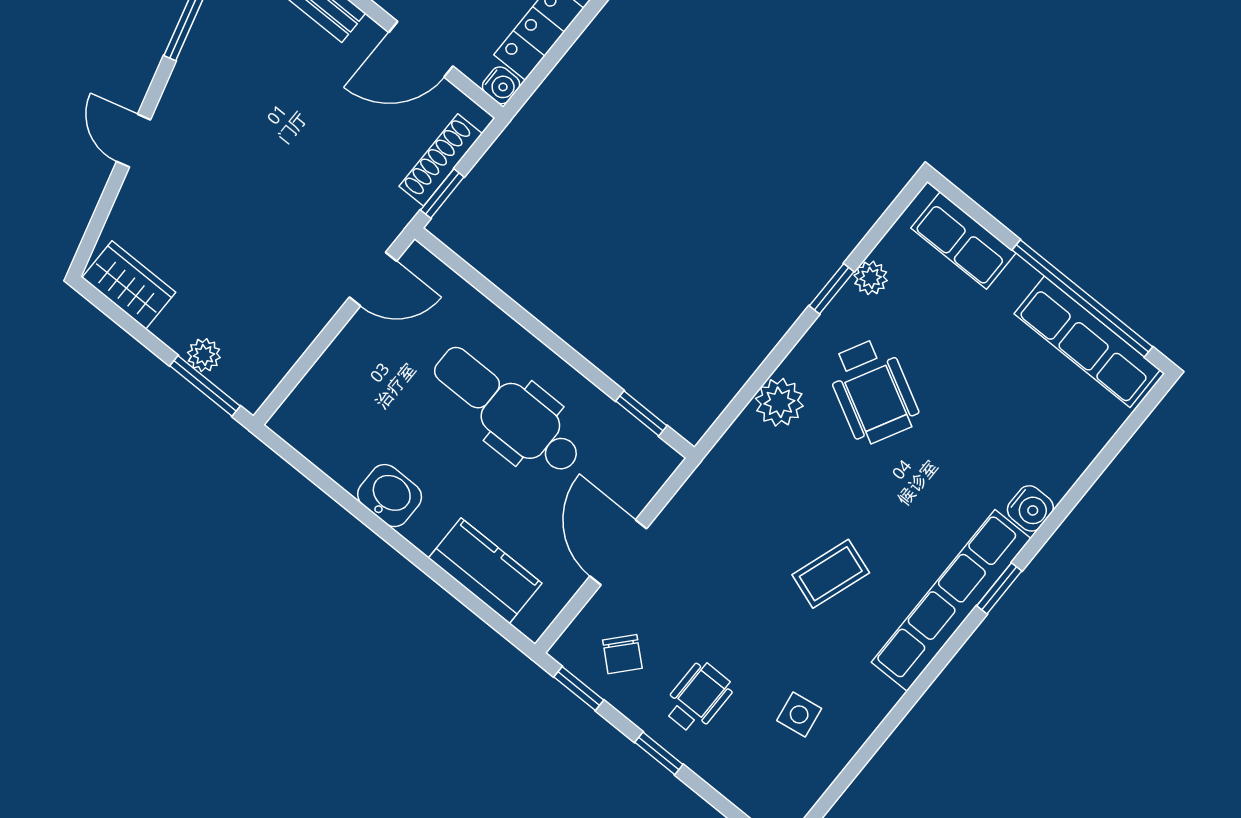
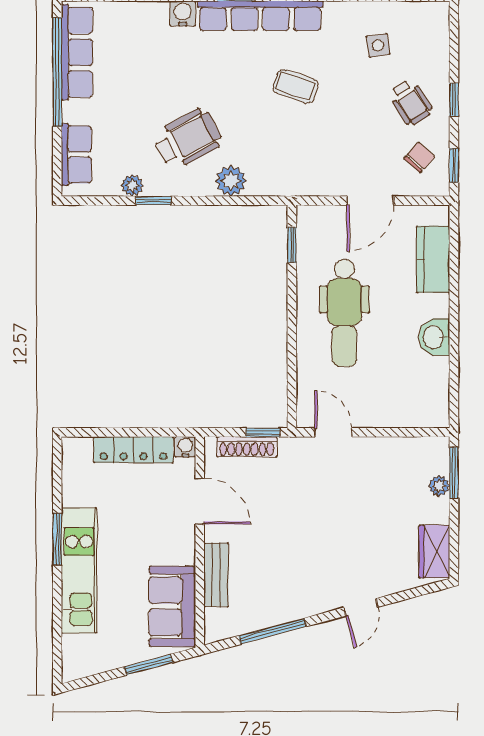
wheelchair: (873, 391) -> (188, 139), turned 34
wheelchair: (698, 698) -> (410, 102), turned -123

